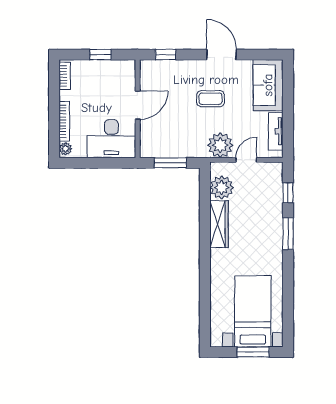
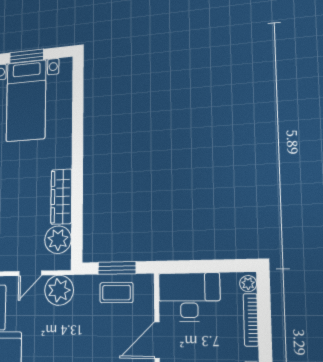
coffee table: (211, 99) -> (116, 293), moved

